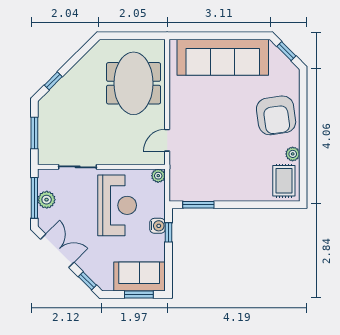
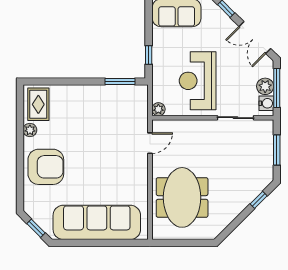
armchair: (276, 115) -> (46, 167), turned 98
water cooler: (158, 226) -> (266, 103), moved, turned 180

